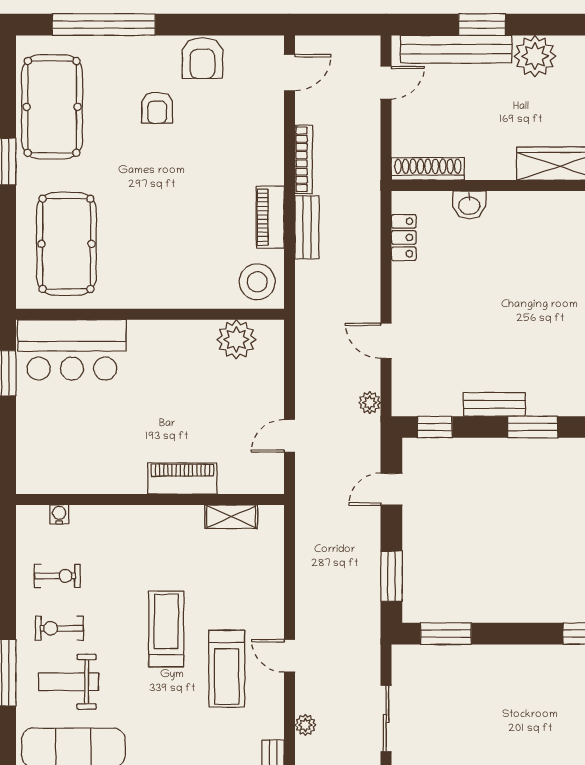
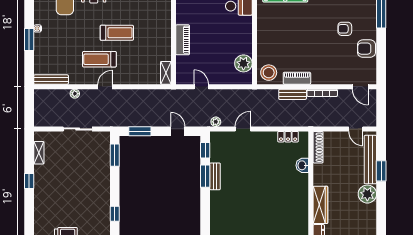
window: (533, 427) -> (205, 176), moved
shelving: (231, 517) -> (166, 73), moved

